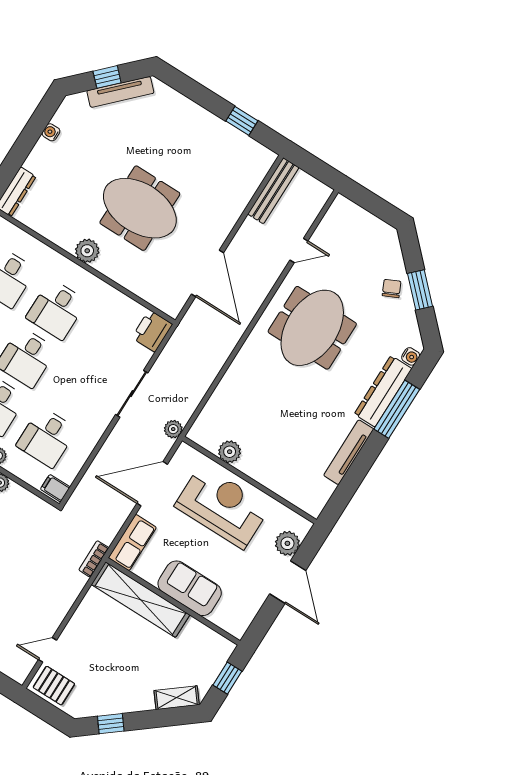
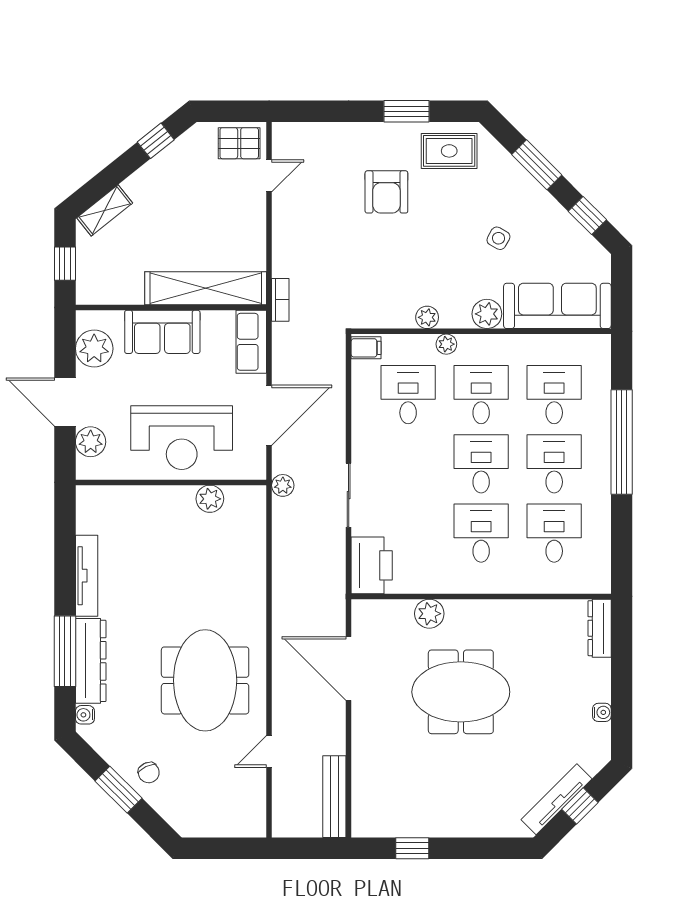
plant: (87, 251) -> (429, 614), moved
printer: (152, 331) -> (372, 565), width x1.37, depth x1.19
plant: (244, 606) -> (94, 349), added

